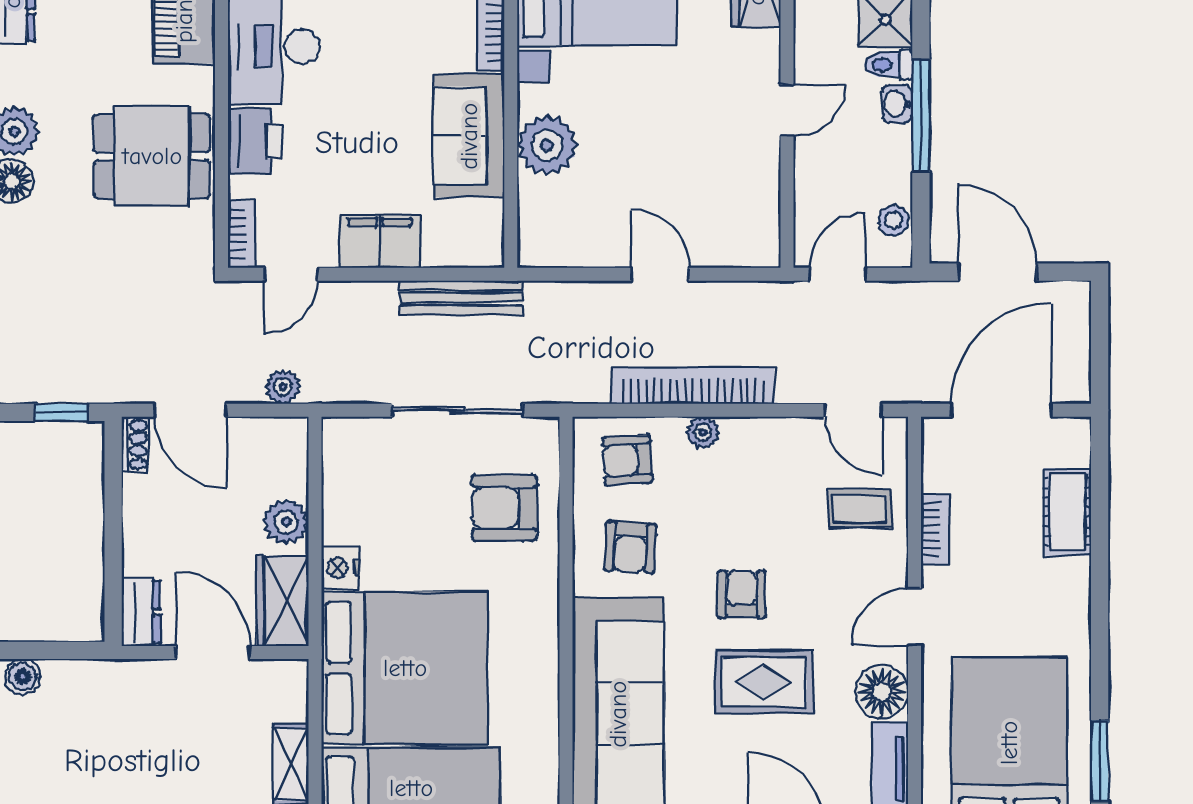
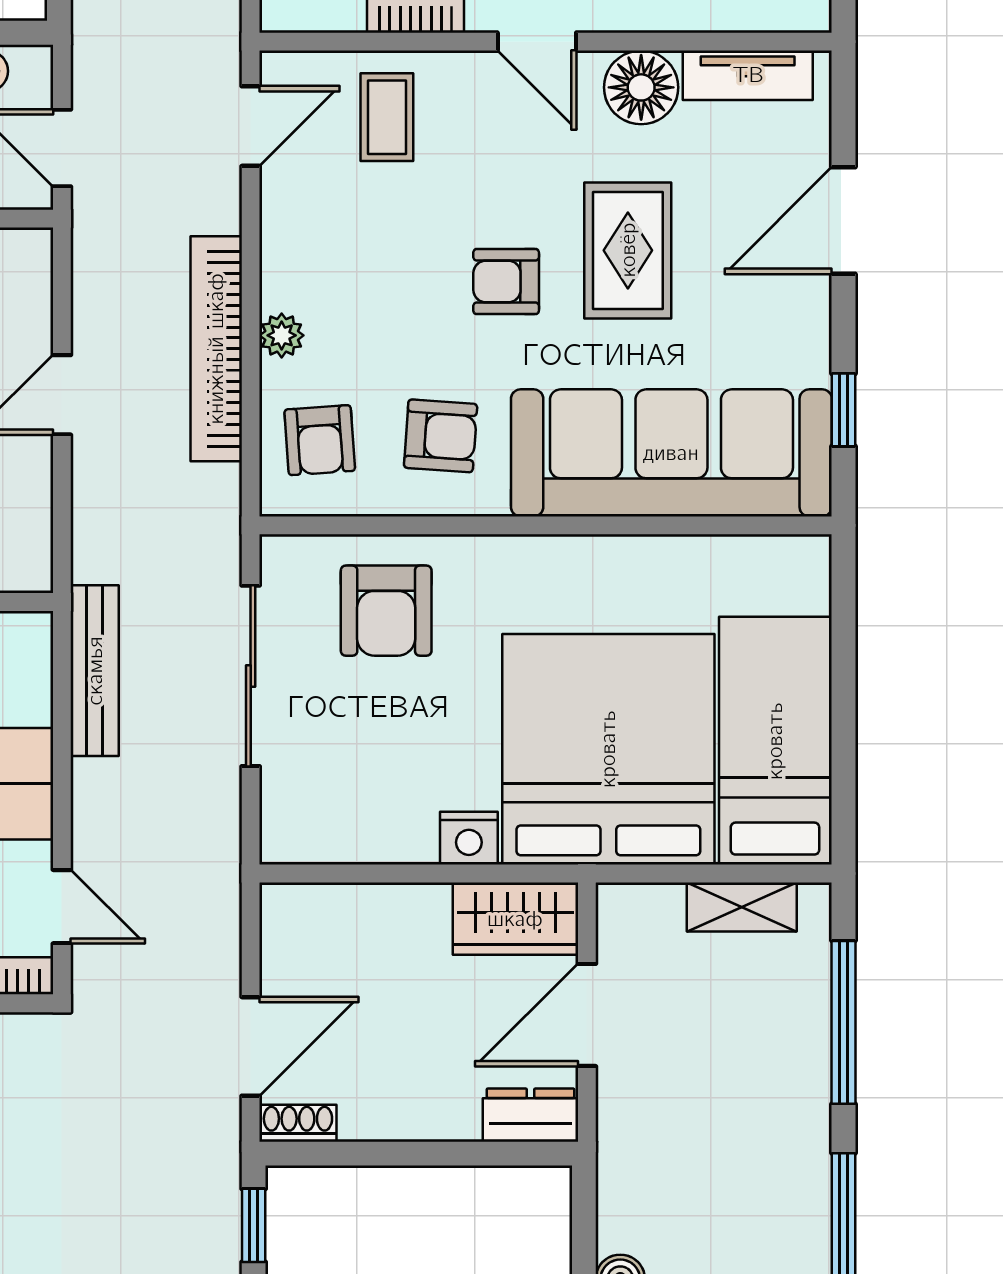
plant: (283, 387) -> (218, 918), removed
plant: (286, 522) -> (405, 914), removed

